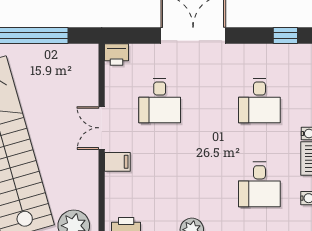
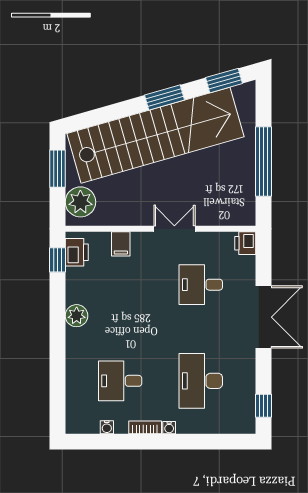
desk: (259, 101) -> (201, 381), width x1.37
filing cabinet: (117, 162) -> (121, 244), moved

